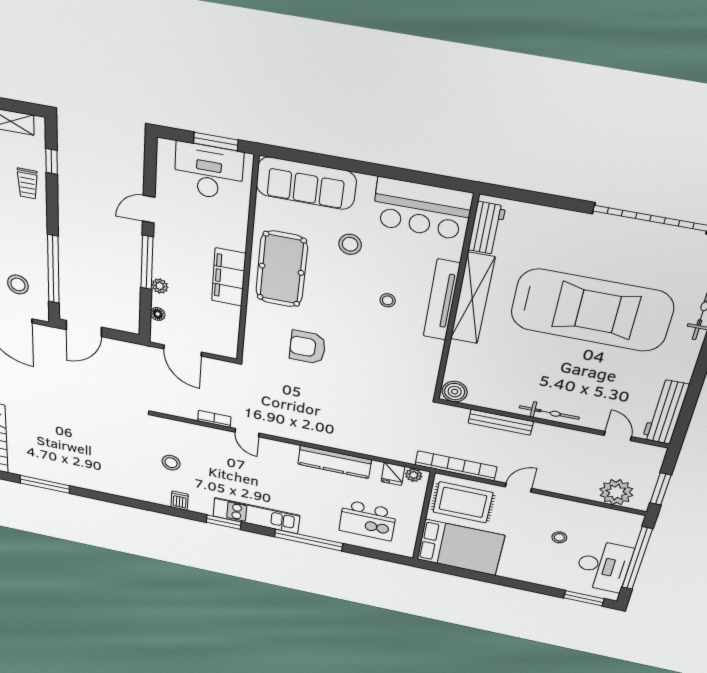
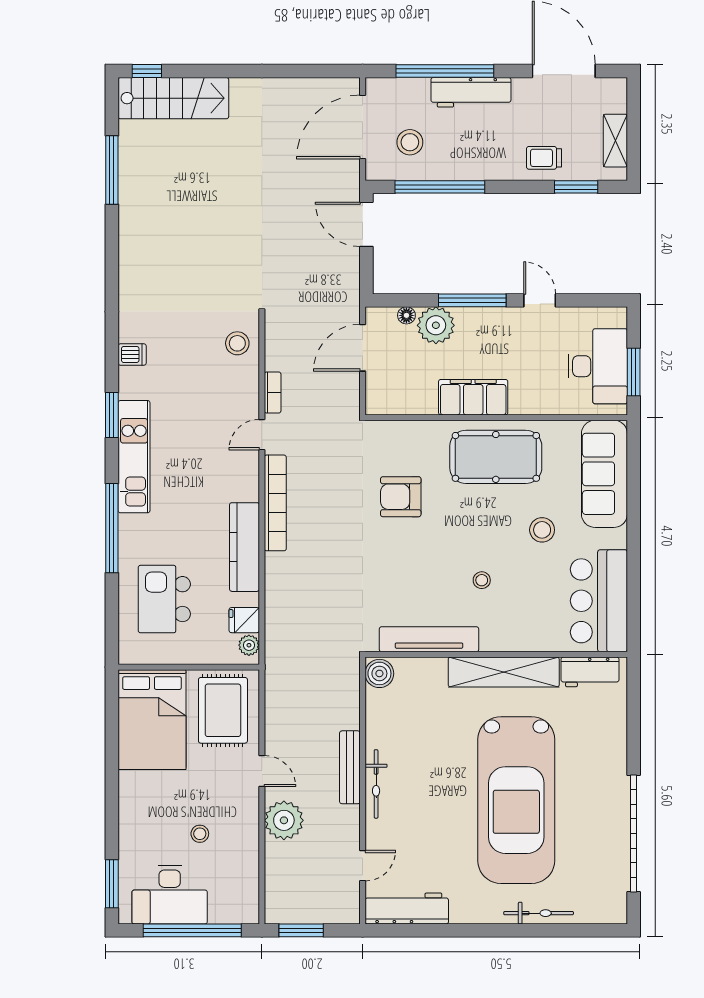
window: (52, 161) -> (576, 187), width x1.50
plant: (160, 286) -> (436, 325), width x1.87, depth x1.87
tv unit: (442, 300) -> (429, 639), moved
armchair: (307, 347) -> (401, 497), turned -90
bench: (501, 422) -> (350, 767), moved
stool: (171, 463) -> (237, 343), moved
bookcase: (456, 466) -> (275, 503), moved
plant: (616, 492) -> (284, 820), moved

